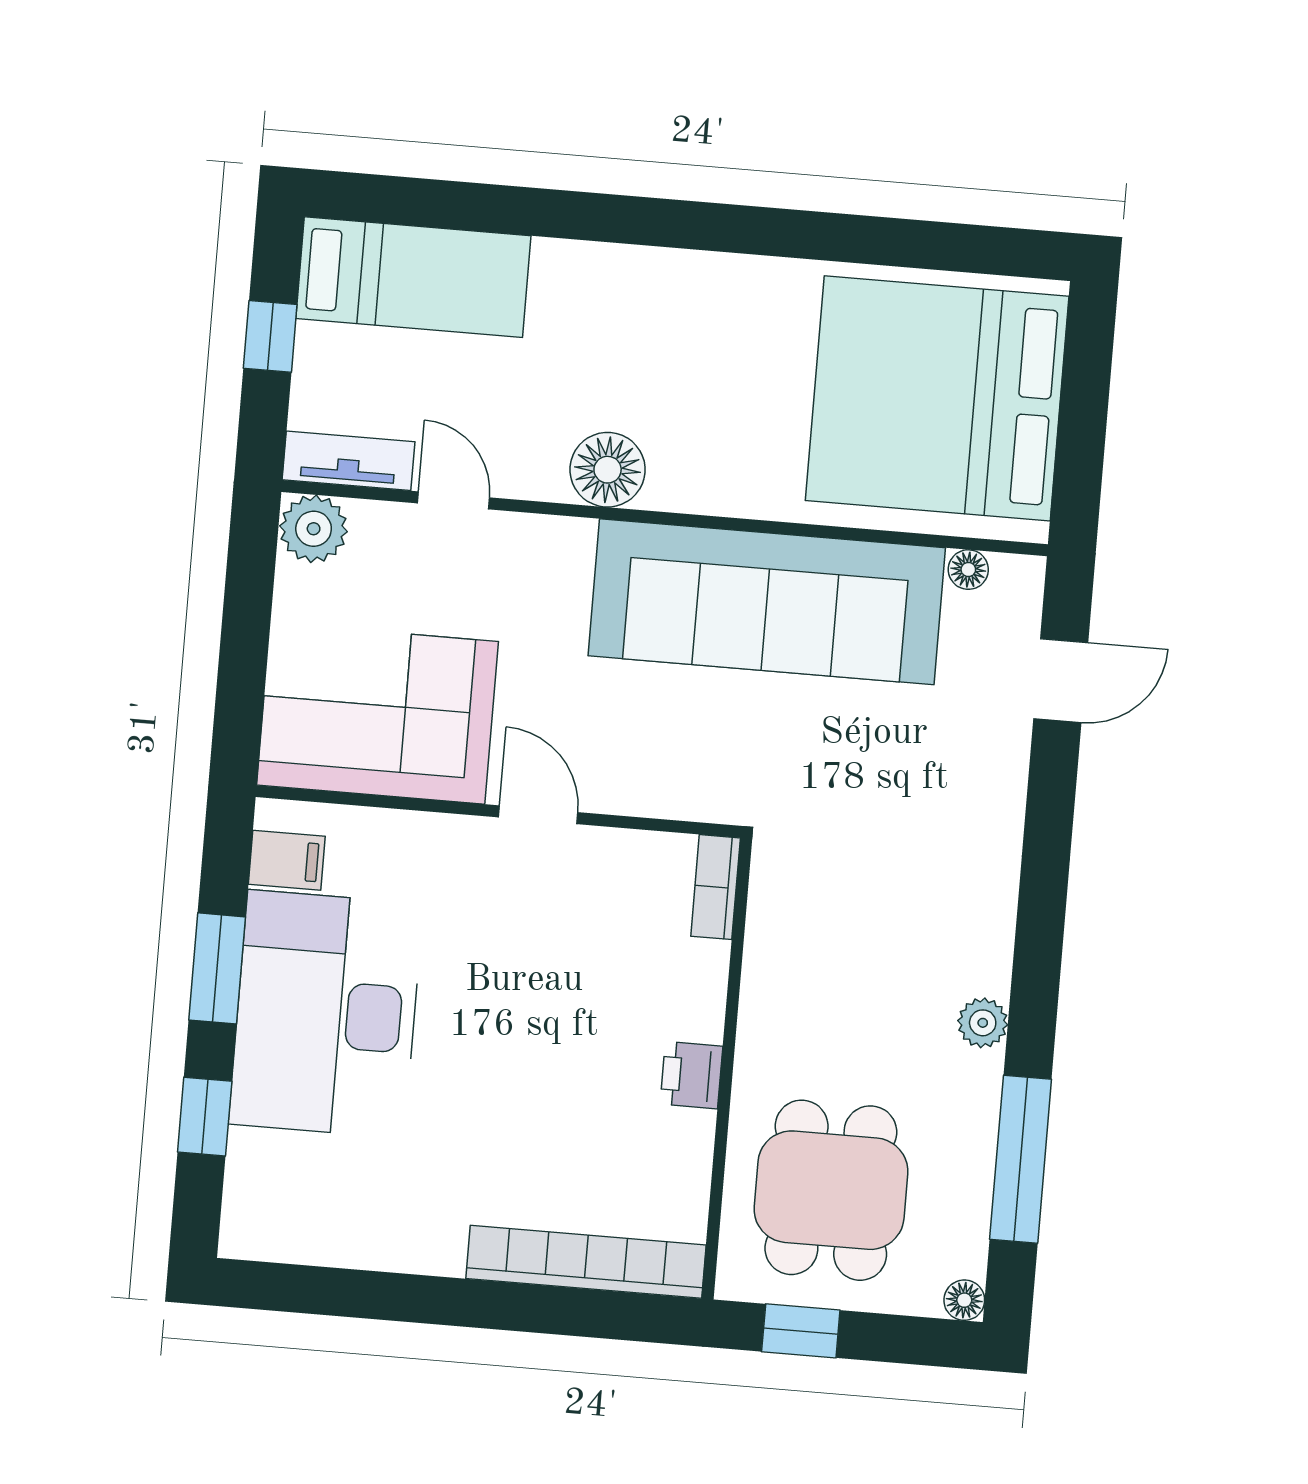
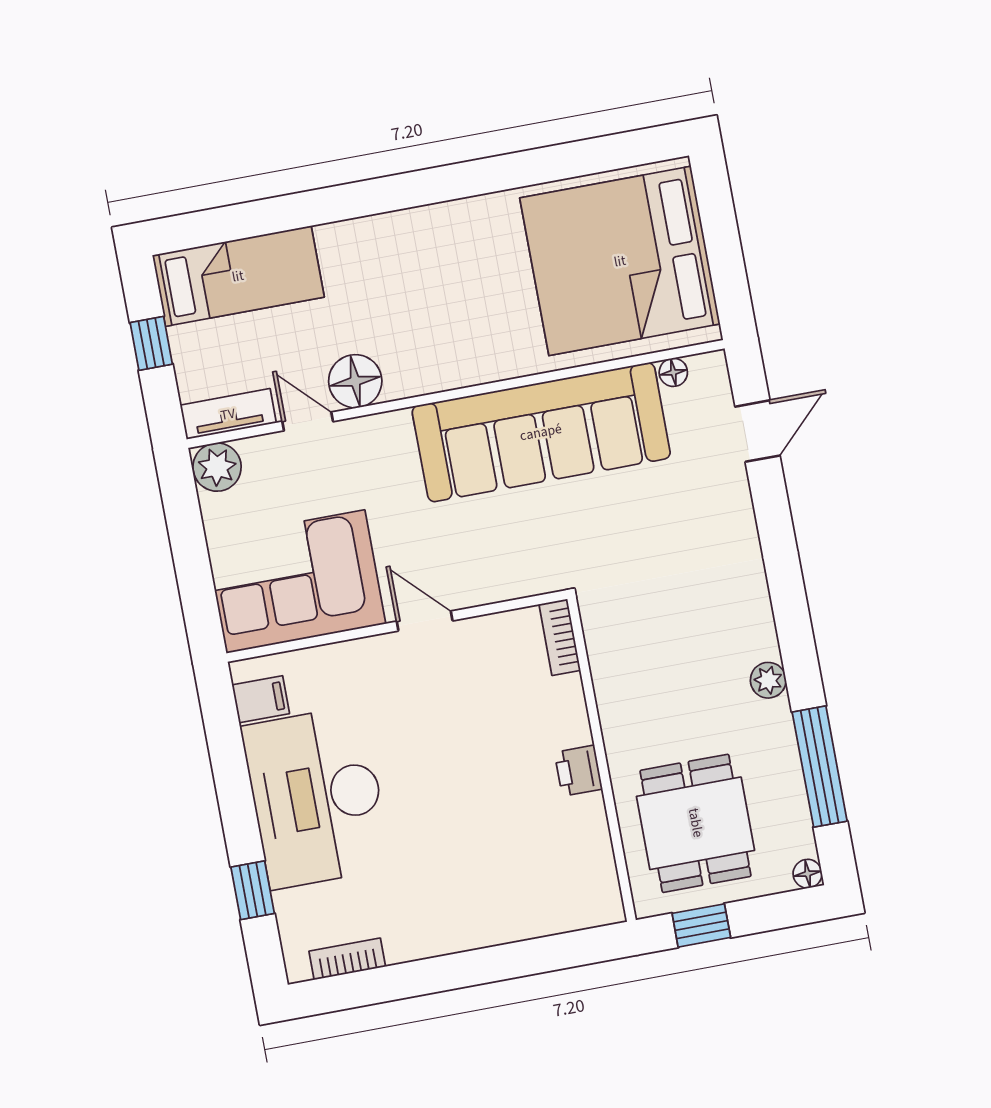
floor lamp: (608, 470) -> (355, 381), moved
window: (217, 968) -> (233, 786), removed
bookcase: (586, 1262) -> (347, 959), moved, width x0.43, depth x0.76

